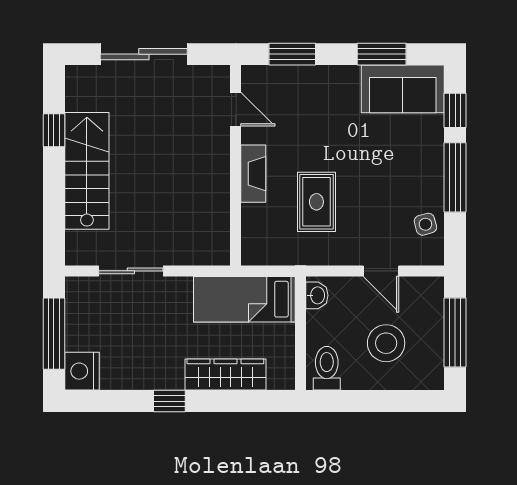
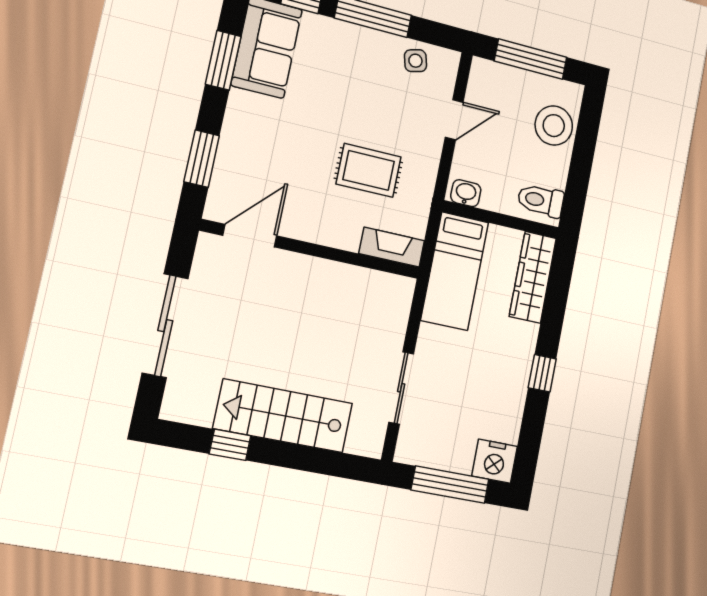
door: (236, 109) -> (250, 236), width x1.38
fireplace: (253, 174) -> (392, 247), moved
stool: (386, 343) -> (554, 126), moved
wardrobe: (225, 375) -> (533, 277), moved

